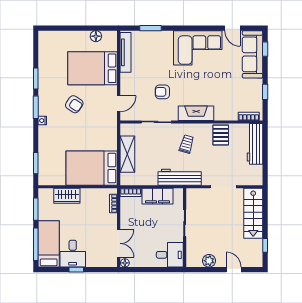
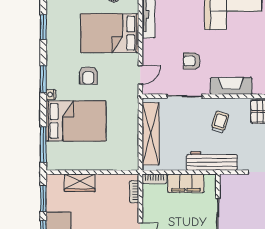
window: (36, 79) -> (43, 27), moved
armchair: (74, 104) -> (88, 75), turned 56
shelving: (127, 154) -> (151, 134), width x1.47
window: (36, 163) -> (43, 144), width x1.44
bed: (92, 168) -> (76, 121), moved, turned 180

